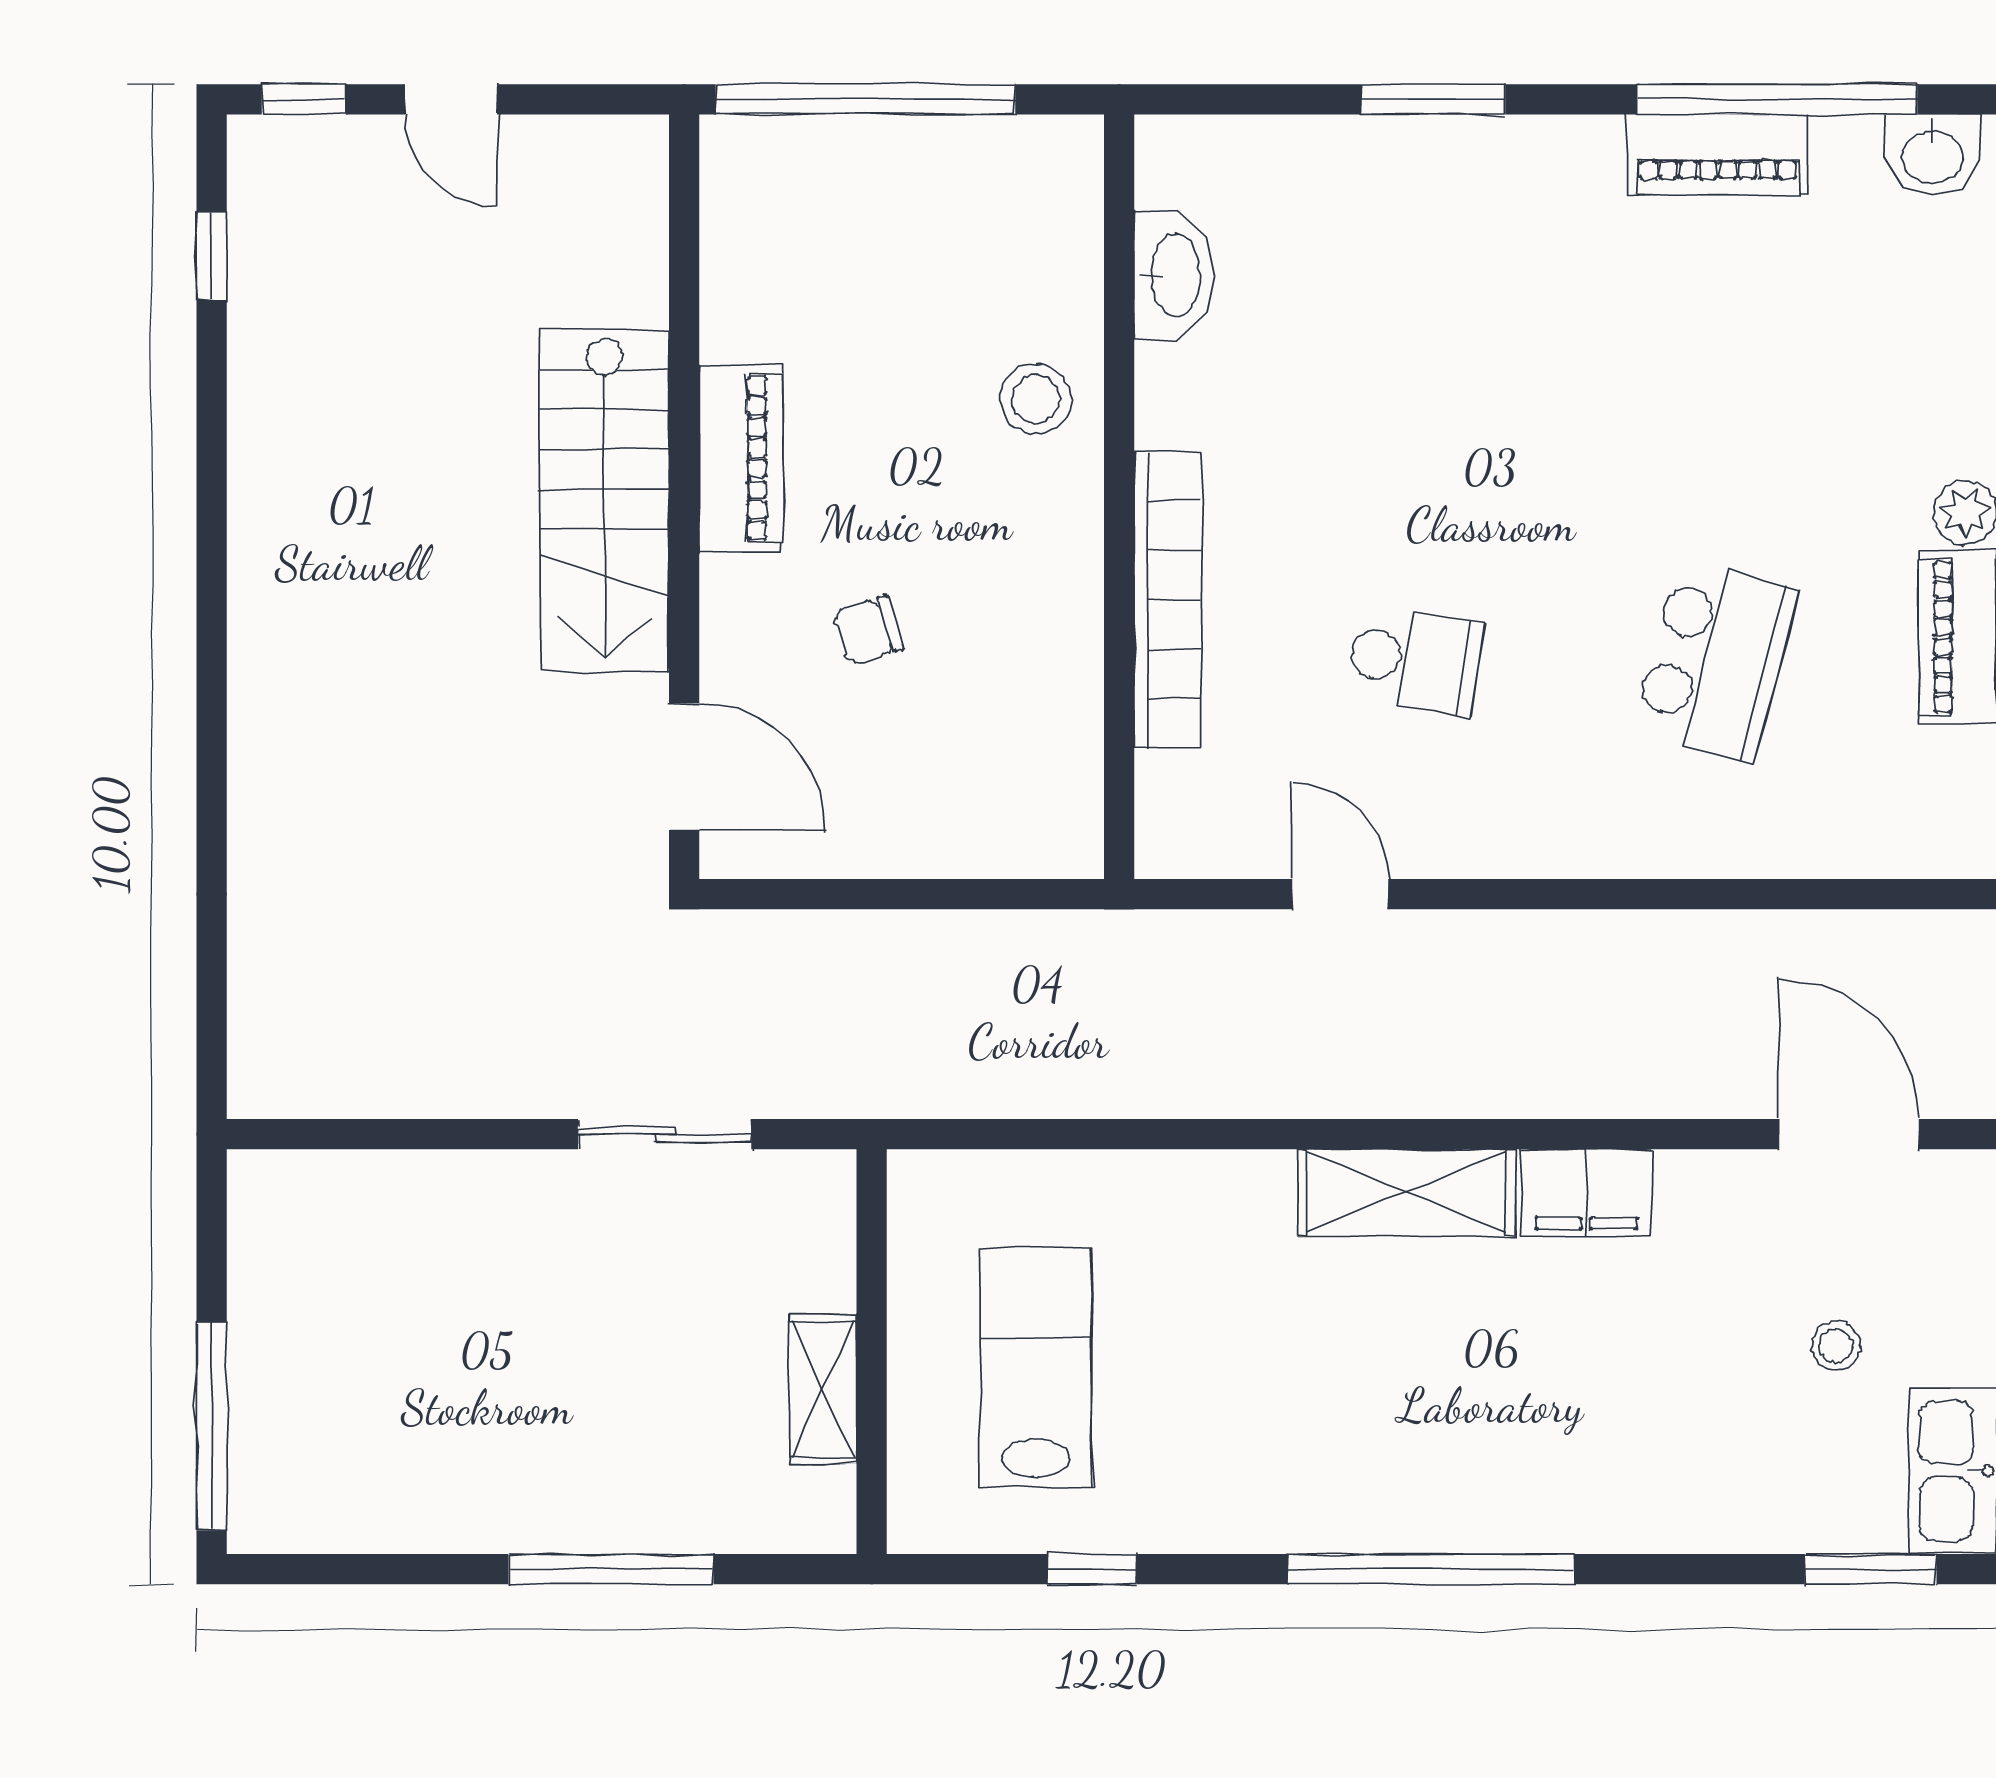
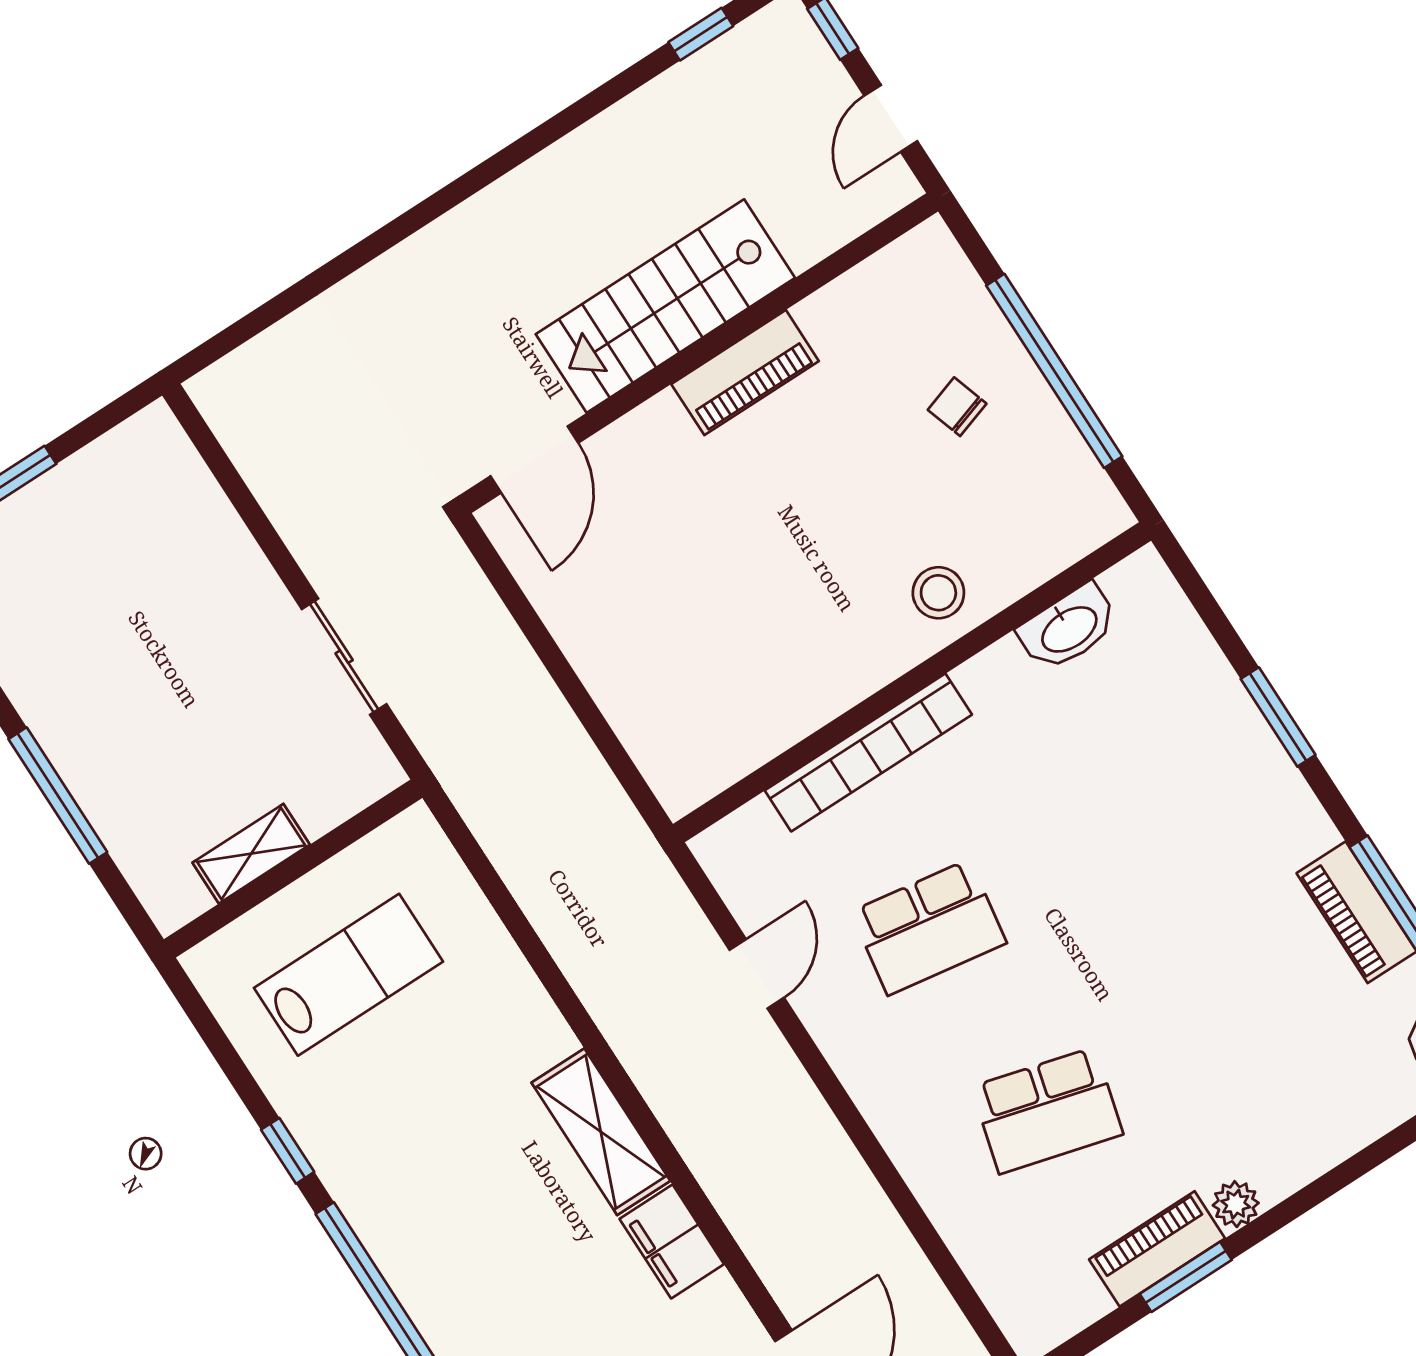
piano: (741, 458) -> (745, 373), moved
wall: (684, 497) -> (699, 353), moved
stairs: (605, 500) -> (665, 306), moved
chair: (869, 630) -> (957, 407), moved
school desk: (1415, 661) -> (929, 927), width x1.85
door: (684, 767) -> (534, 460), moved
window: (1092, 1569) -> (288, 1151), moved

